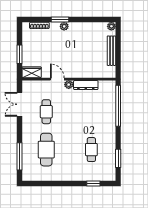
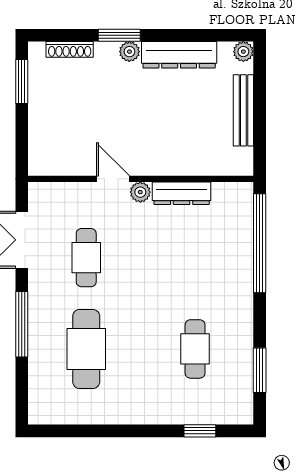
dresser: (85, 28) -> (179, 55), added
window: (19, 54) -> (22, 82), moved
wardrobe: (32, 72) -> (51, 163), removed
window: (19, 156) -> (22, 324), moved

